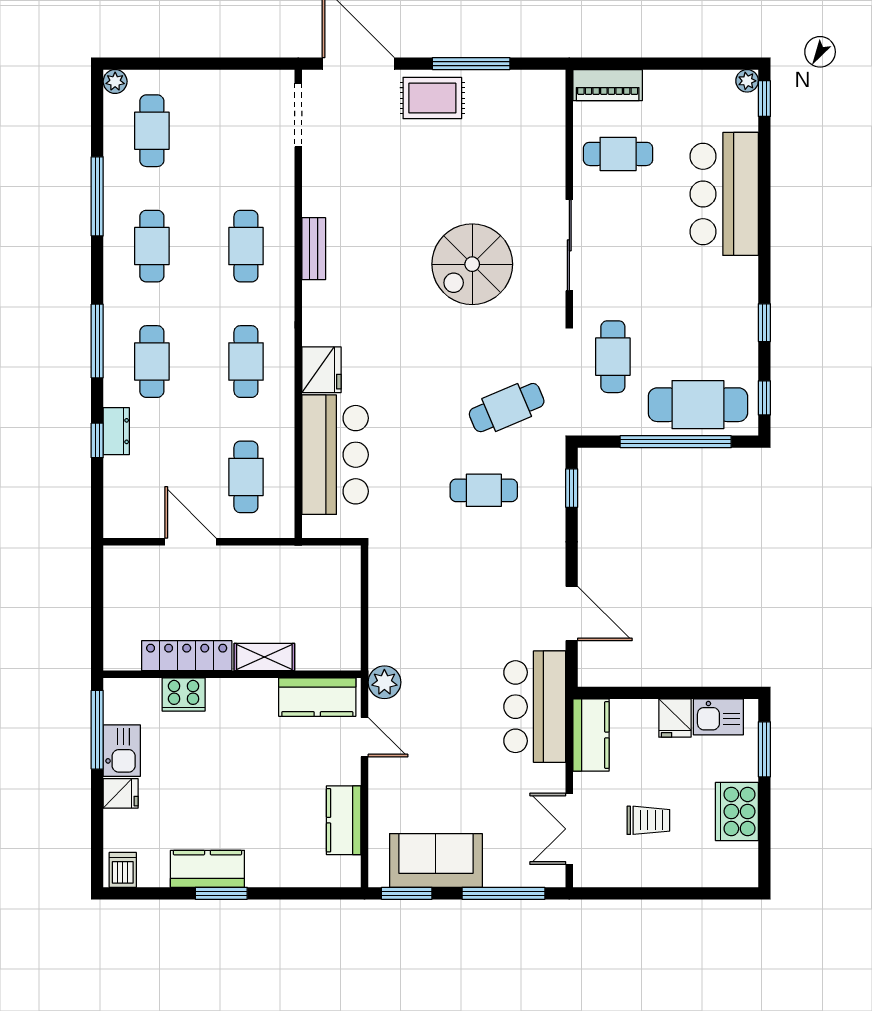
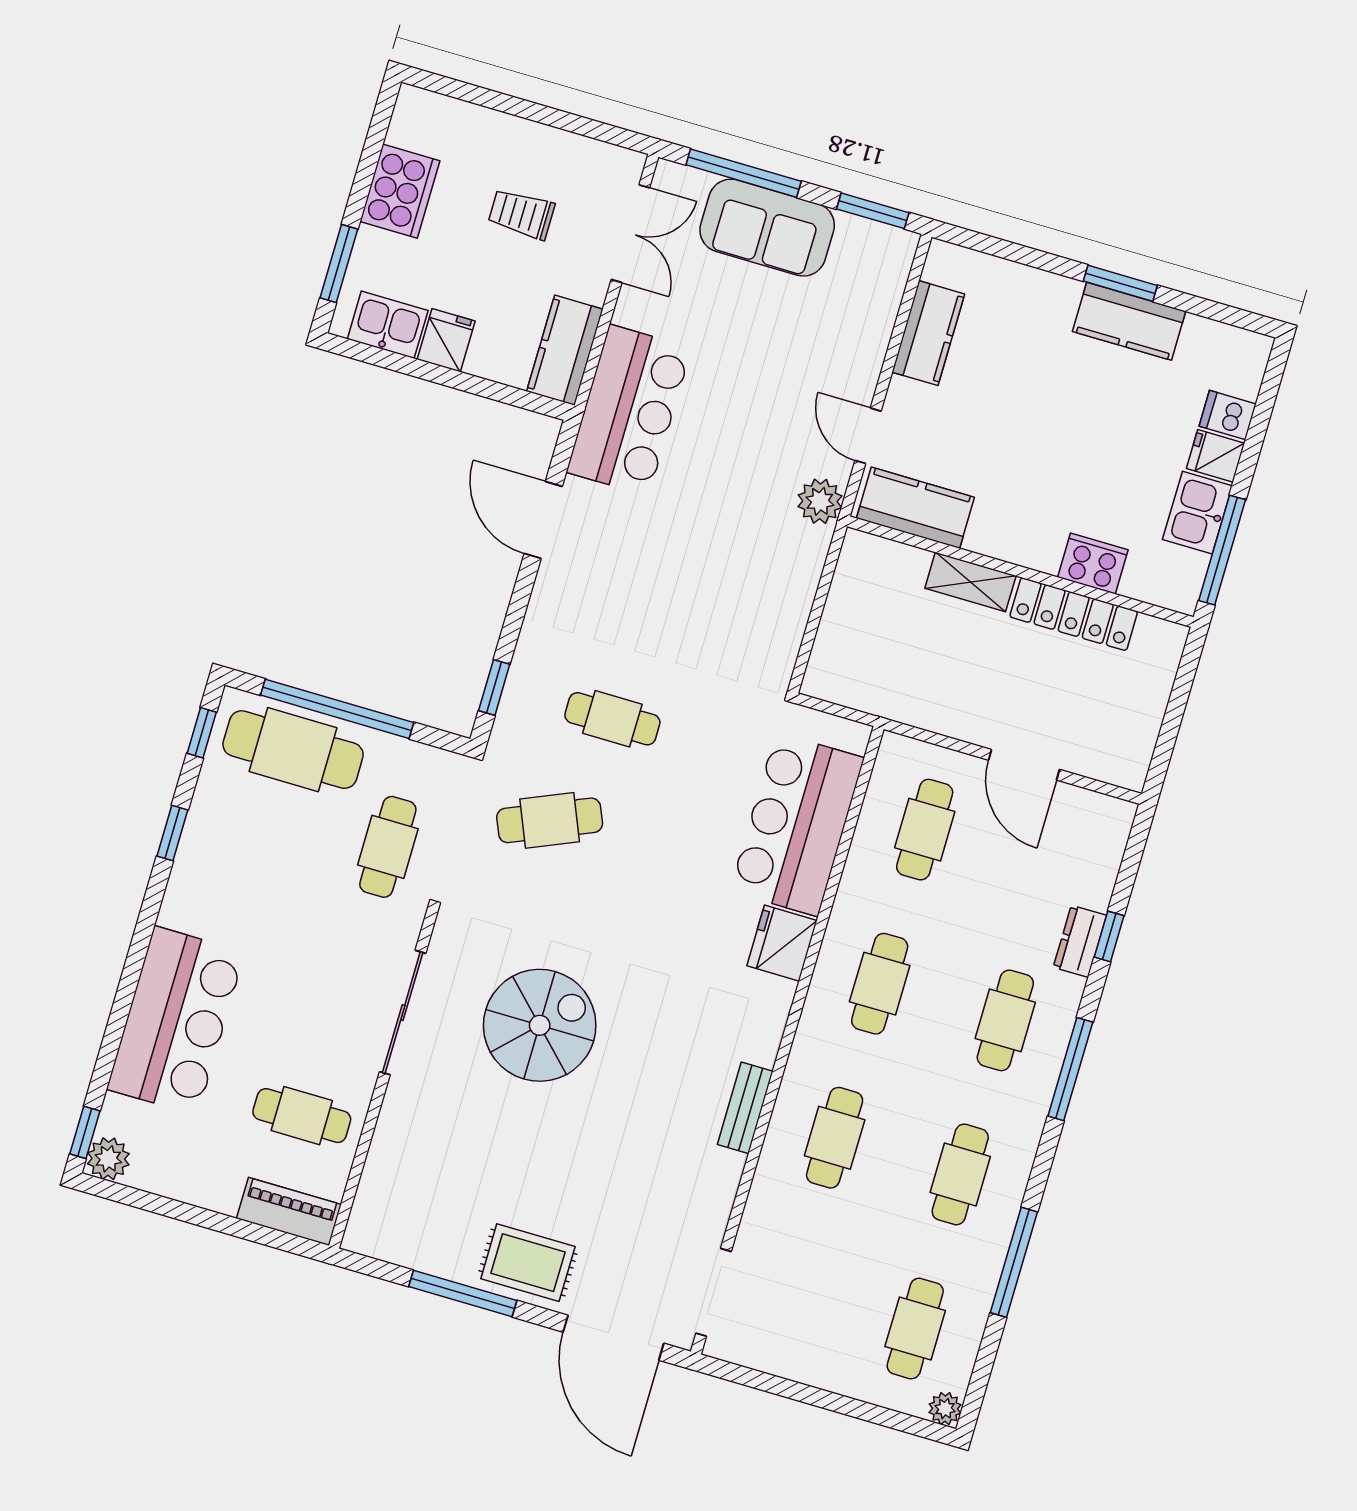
plant: (747, 81) -> (108, 1159), width x1.38, depth x1.38
sofa: (436, 860) -> (767, 228), moved
dishwasher: (123, 870) -> (1228, 415), moved, turned 90

